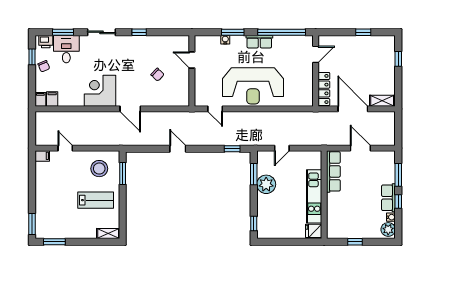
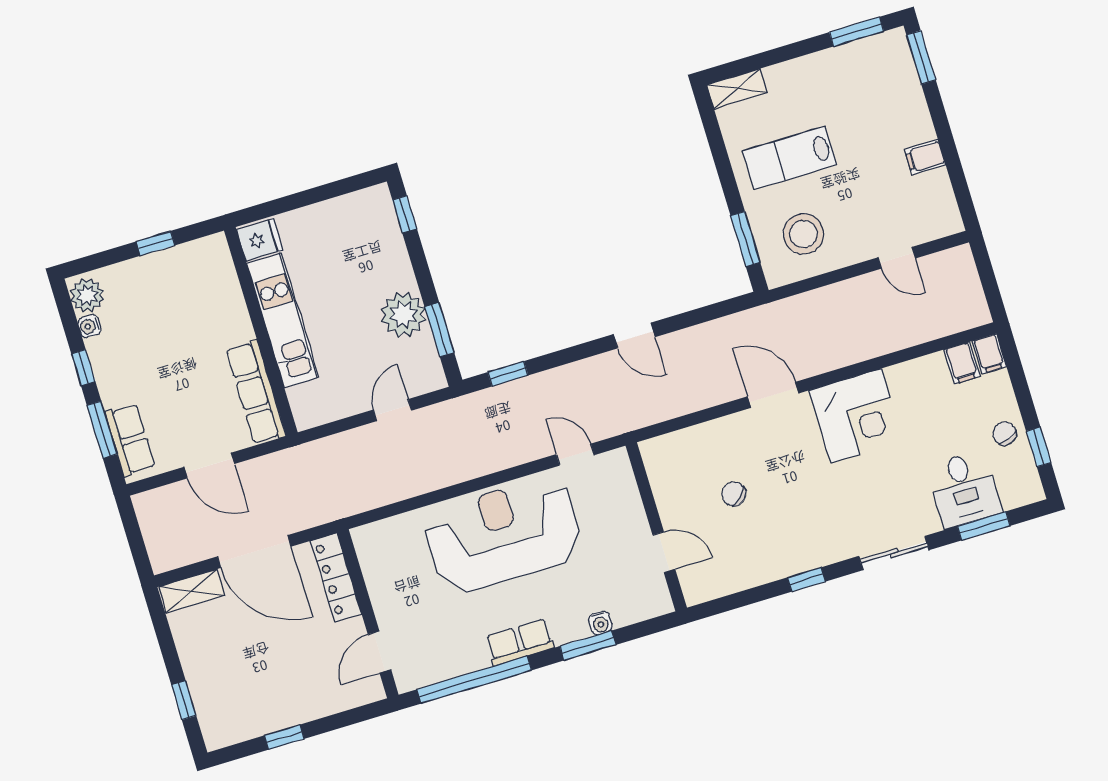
printer: (46, 42) -> (1017, 492), removed
filing cabinet: (42, 156) -> (925, 157), moved
row of seats: (388, 198) -> (130, 440), moved

